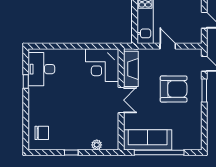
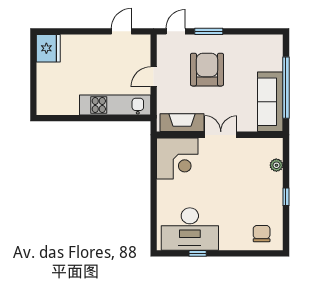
desk: (41, 69) -> (190, 229), width x1.36, depth x1.30

